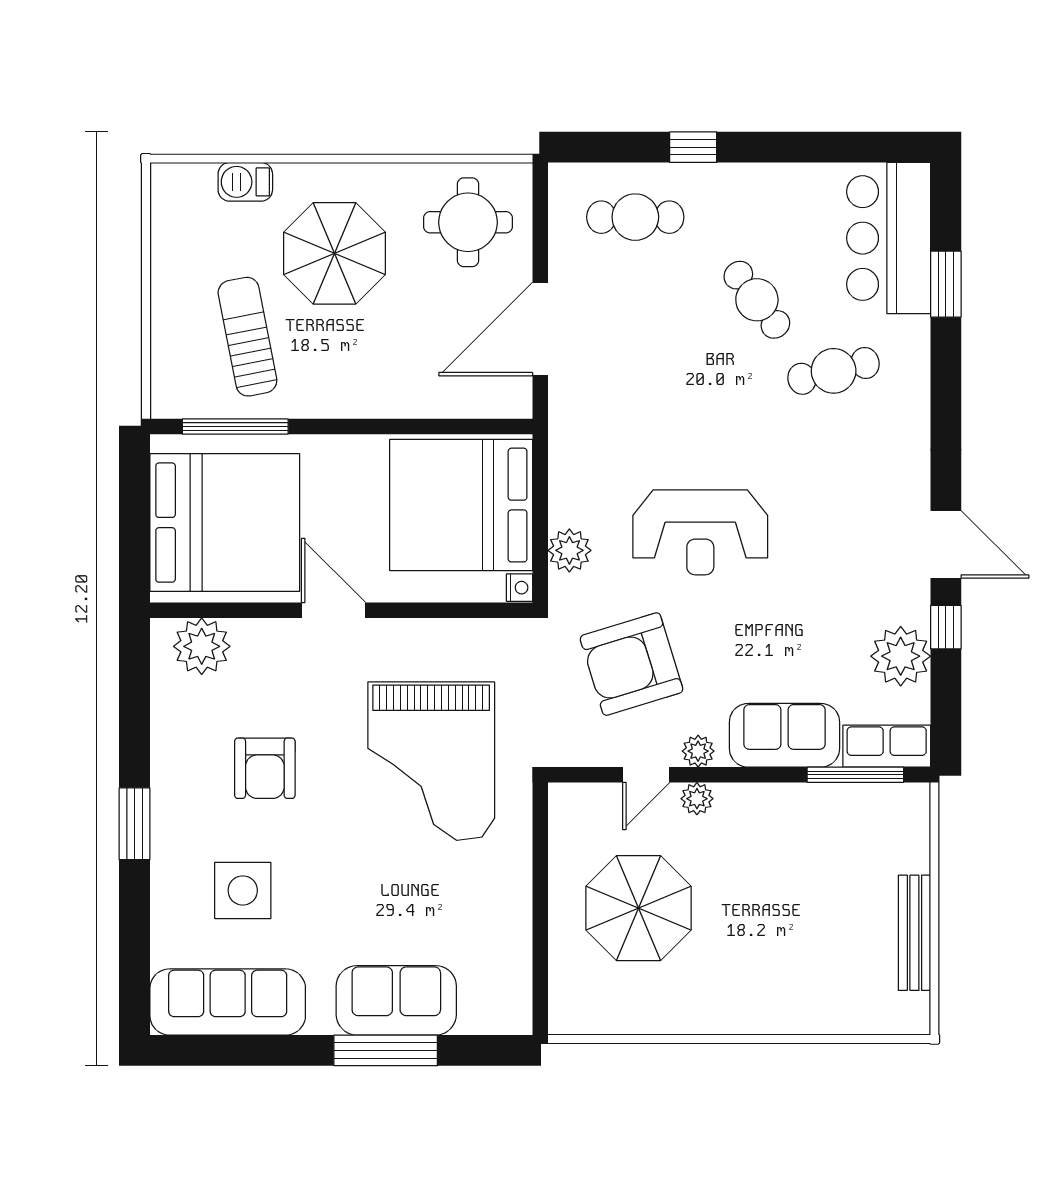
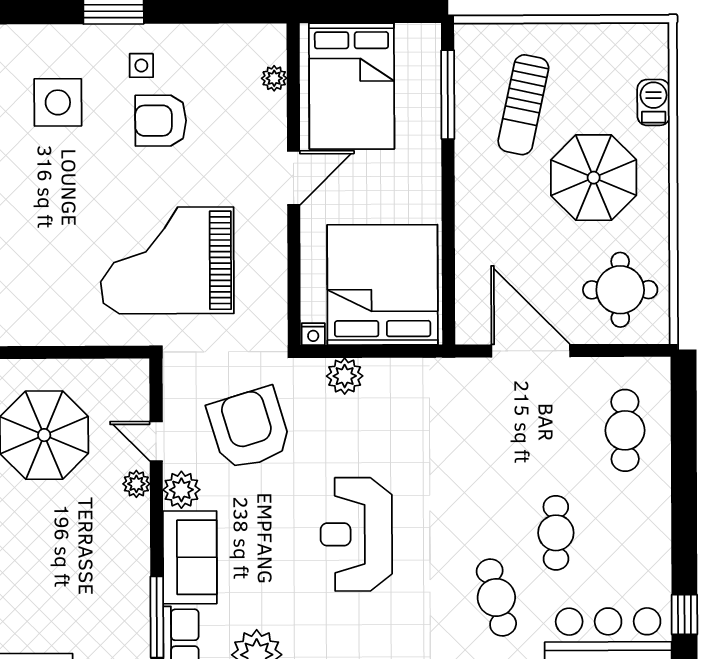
window: (693, 147) -> (684, 615), moved
cafe table: (757, 300) -> (556, 533), turned -53
sun lounger: (247, 337) -> (523, 105), turned 113
bed: (225, 523) -> (352, 86), width x0.73
reception desk: (700, 532) -> (356, 534), moved
plant: (202, 646) -> (274, 78), width x0.53, depth x0.53
plant: (698, 751) -> (181, 490), width x1.38, depth x1.38
side table: (199, 791) -> (141, 65), added

